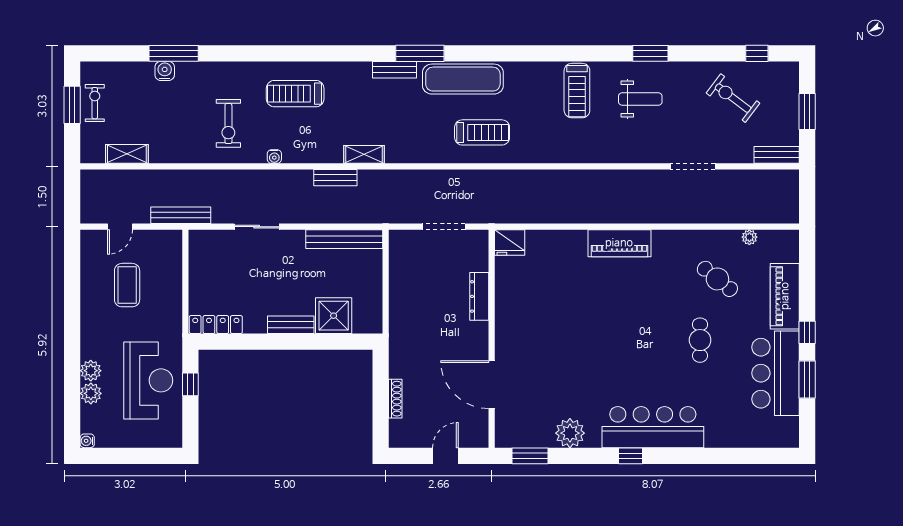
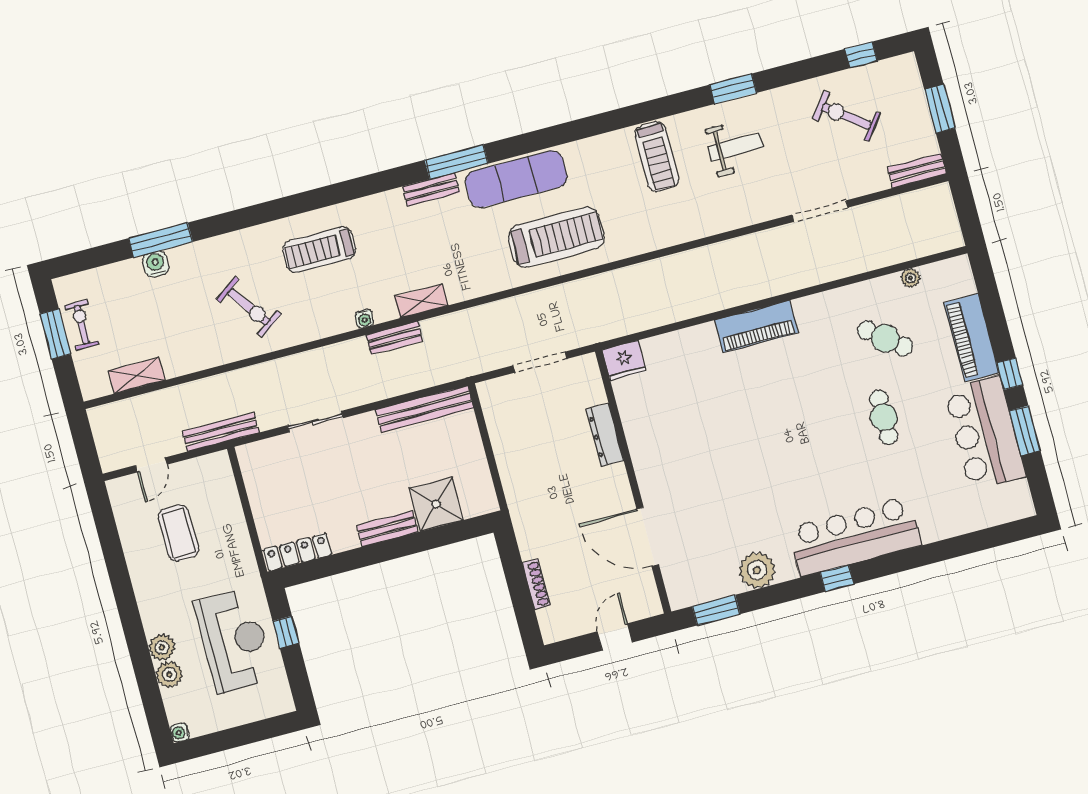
exercise bike: (228, 123) -> (249, 307), turned -36
treadmill: (482, 132) -> (556, 237), width x1.37, depth x1.38
water cooler: (274, 157) -> (364, 319), moved

